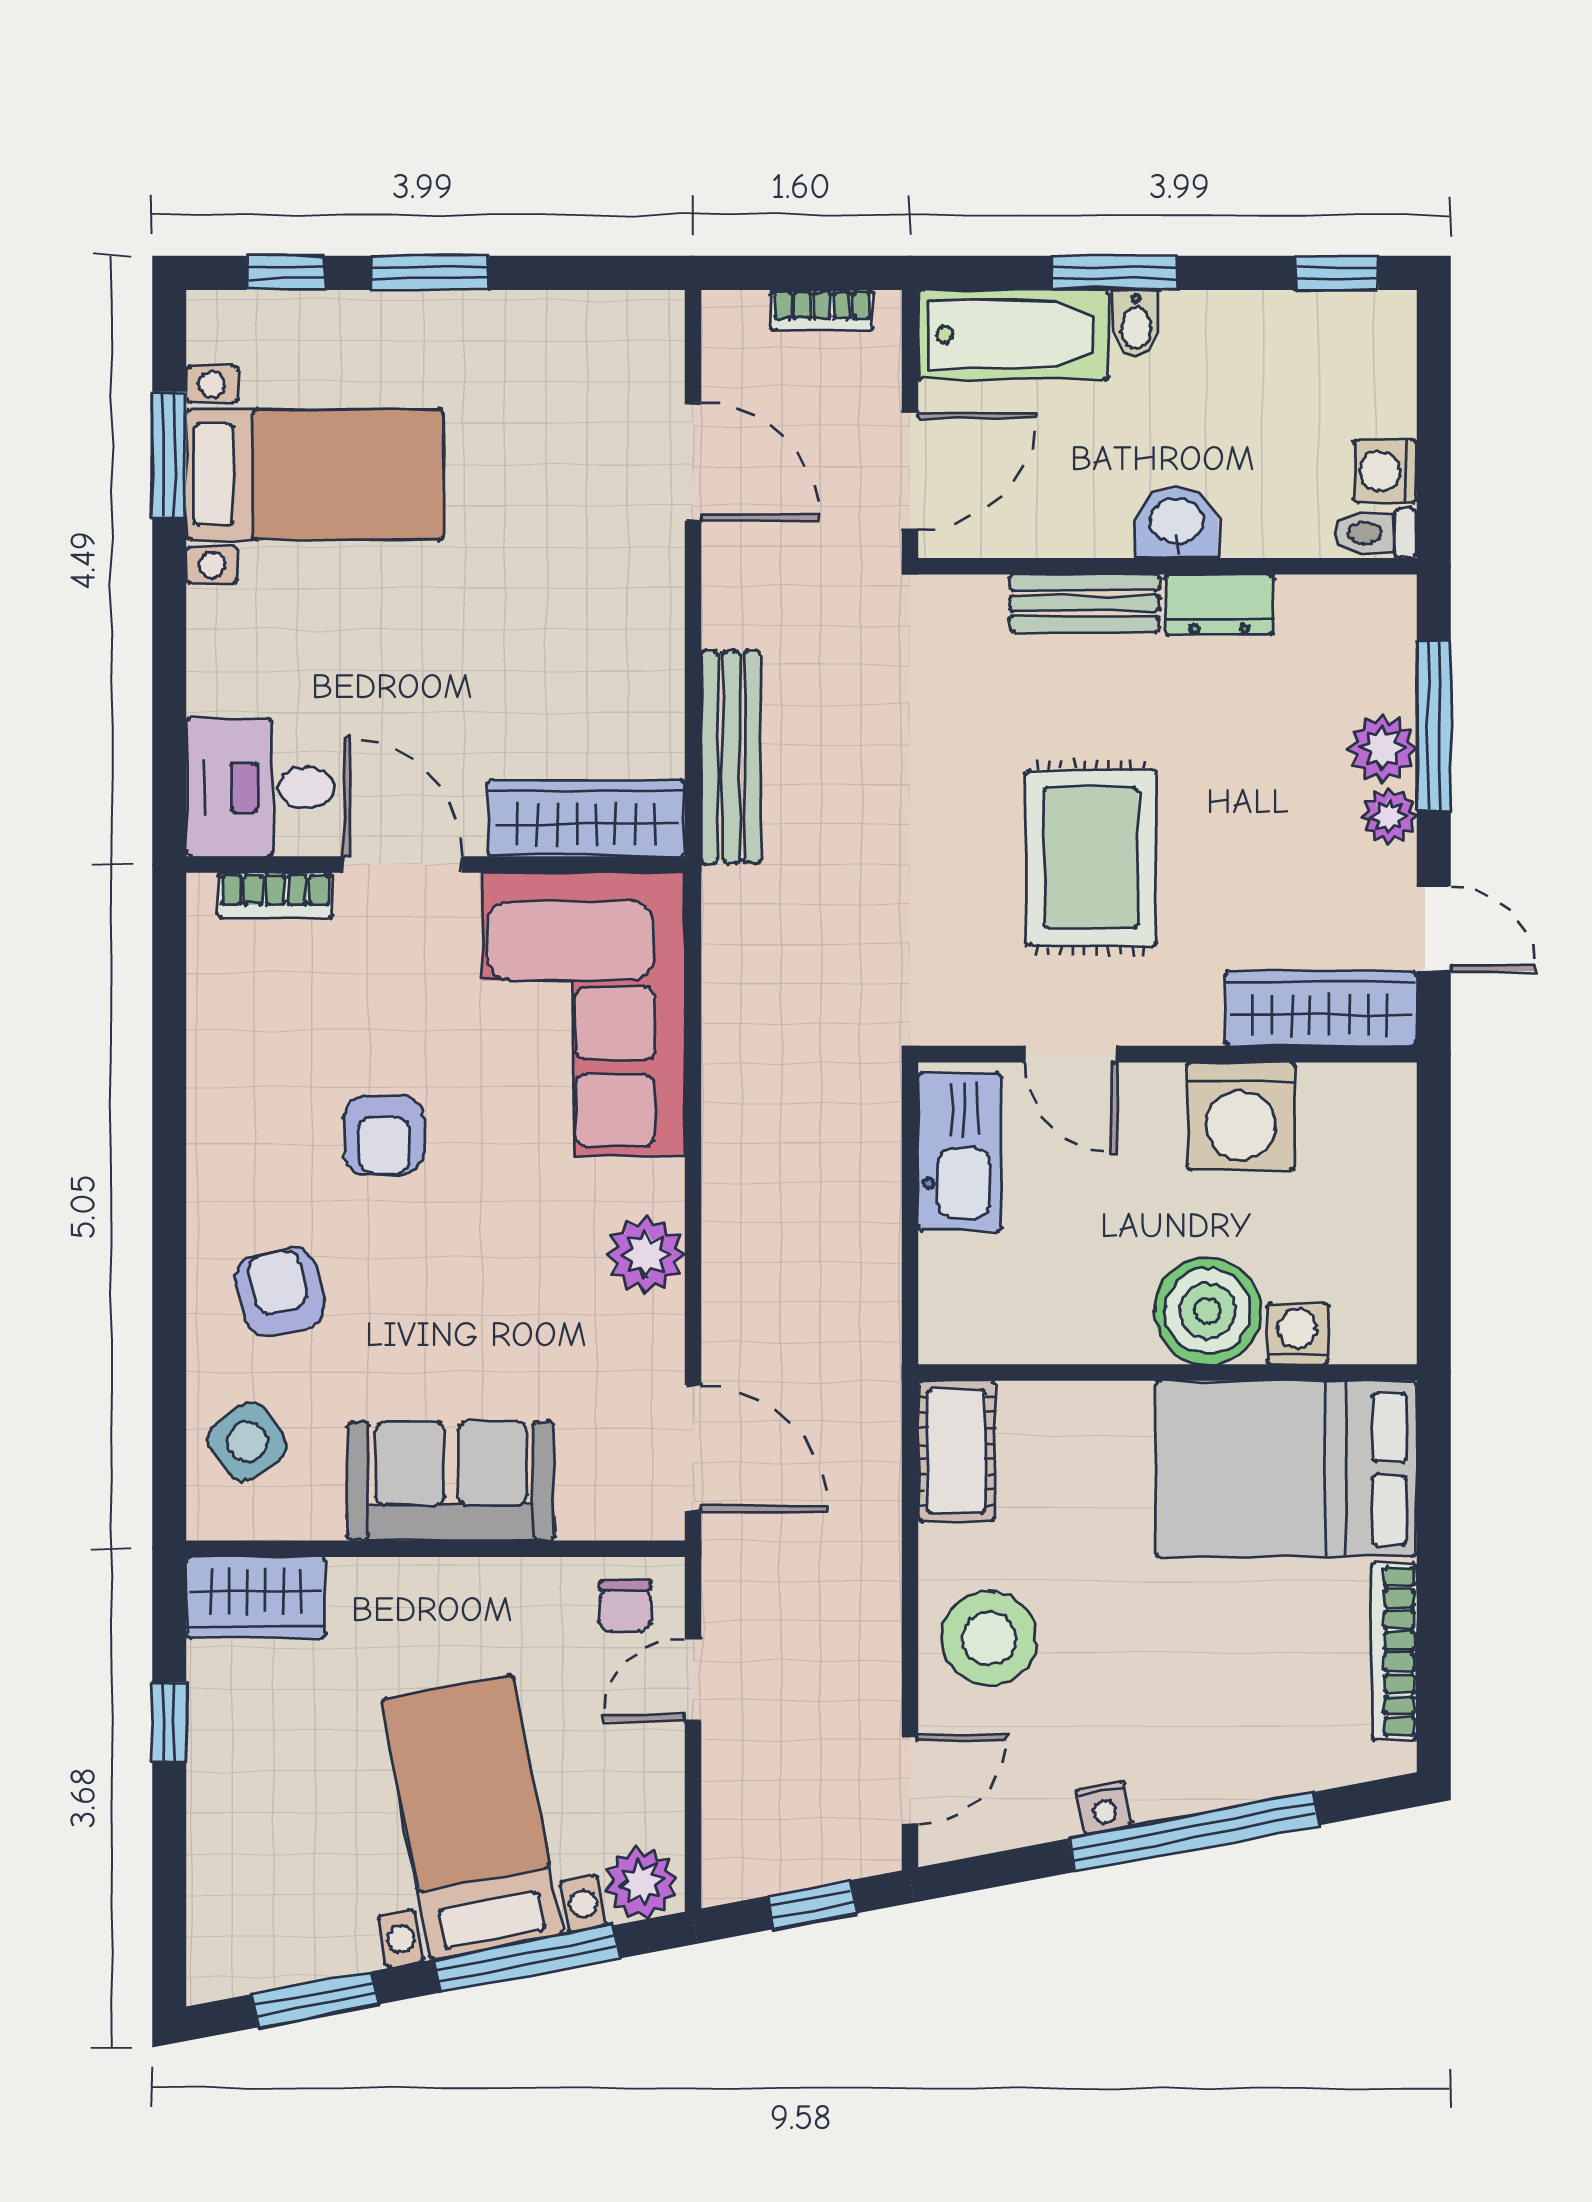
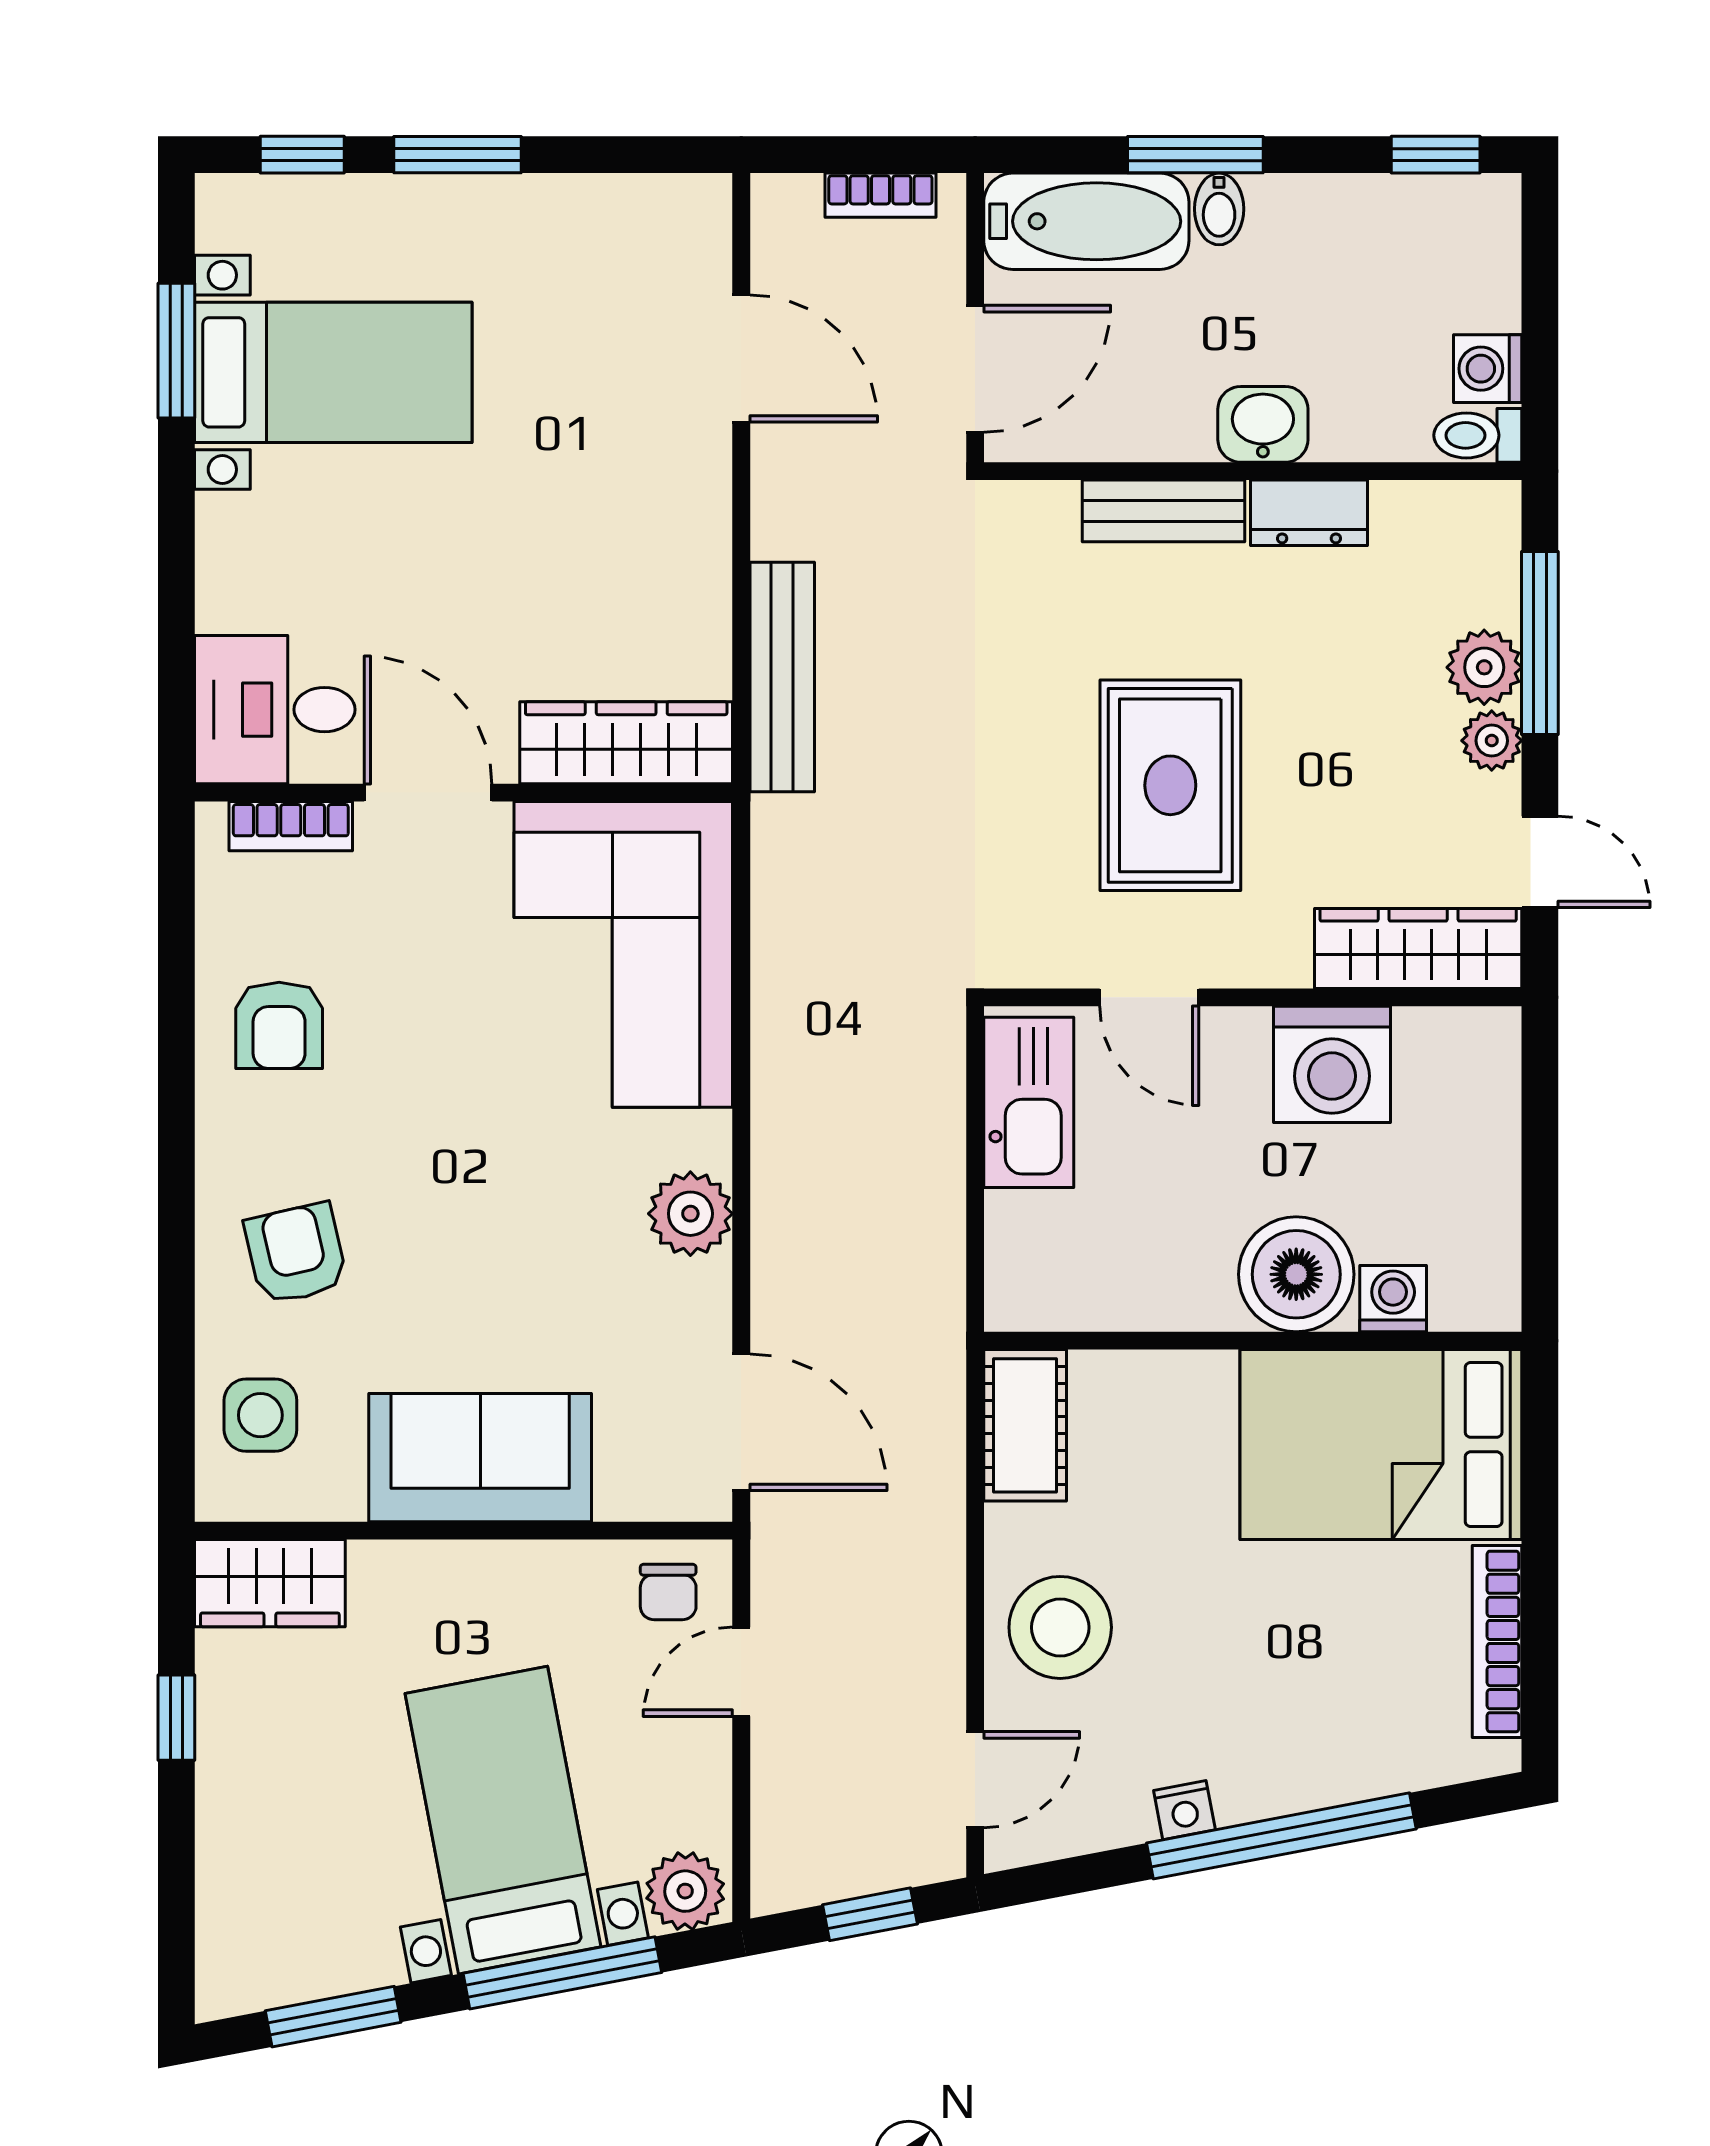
armchair: (384, 1135) -> (279, 1025), moved
side table: (247, 1442) -> (260, 1415), turned 37

